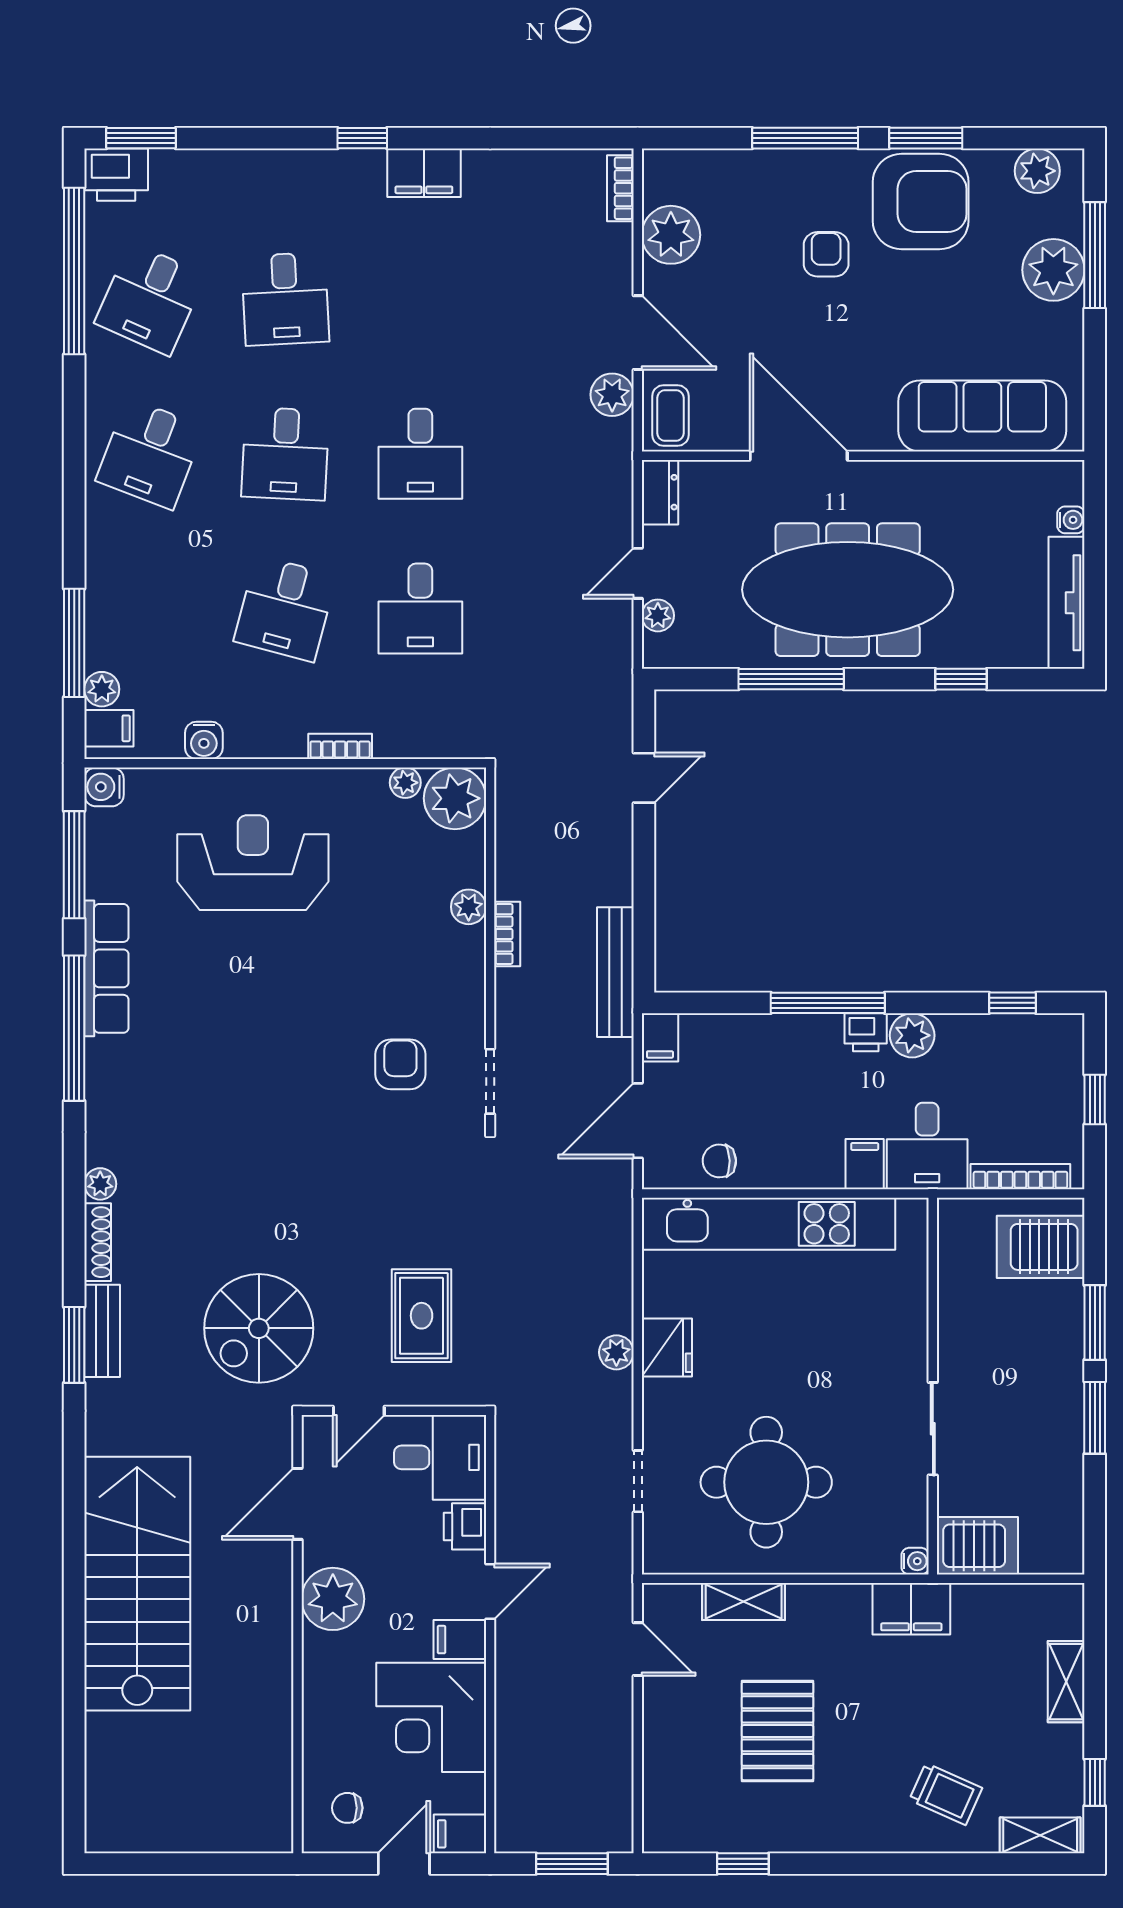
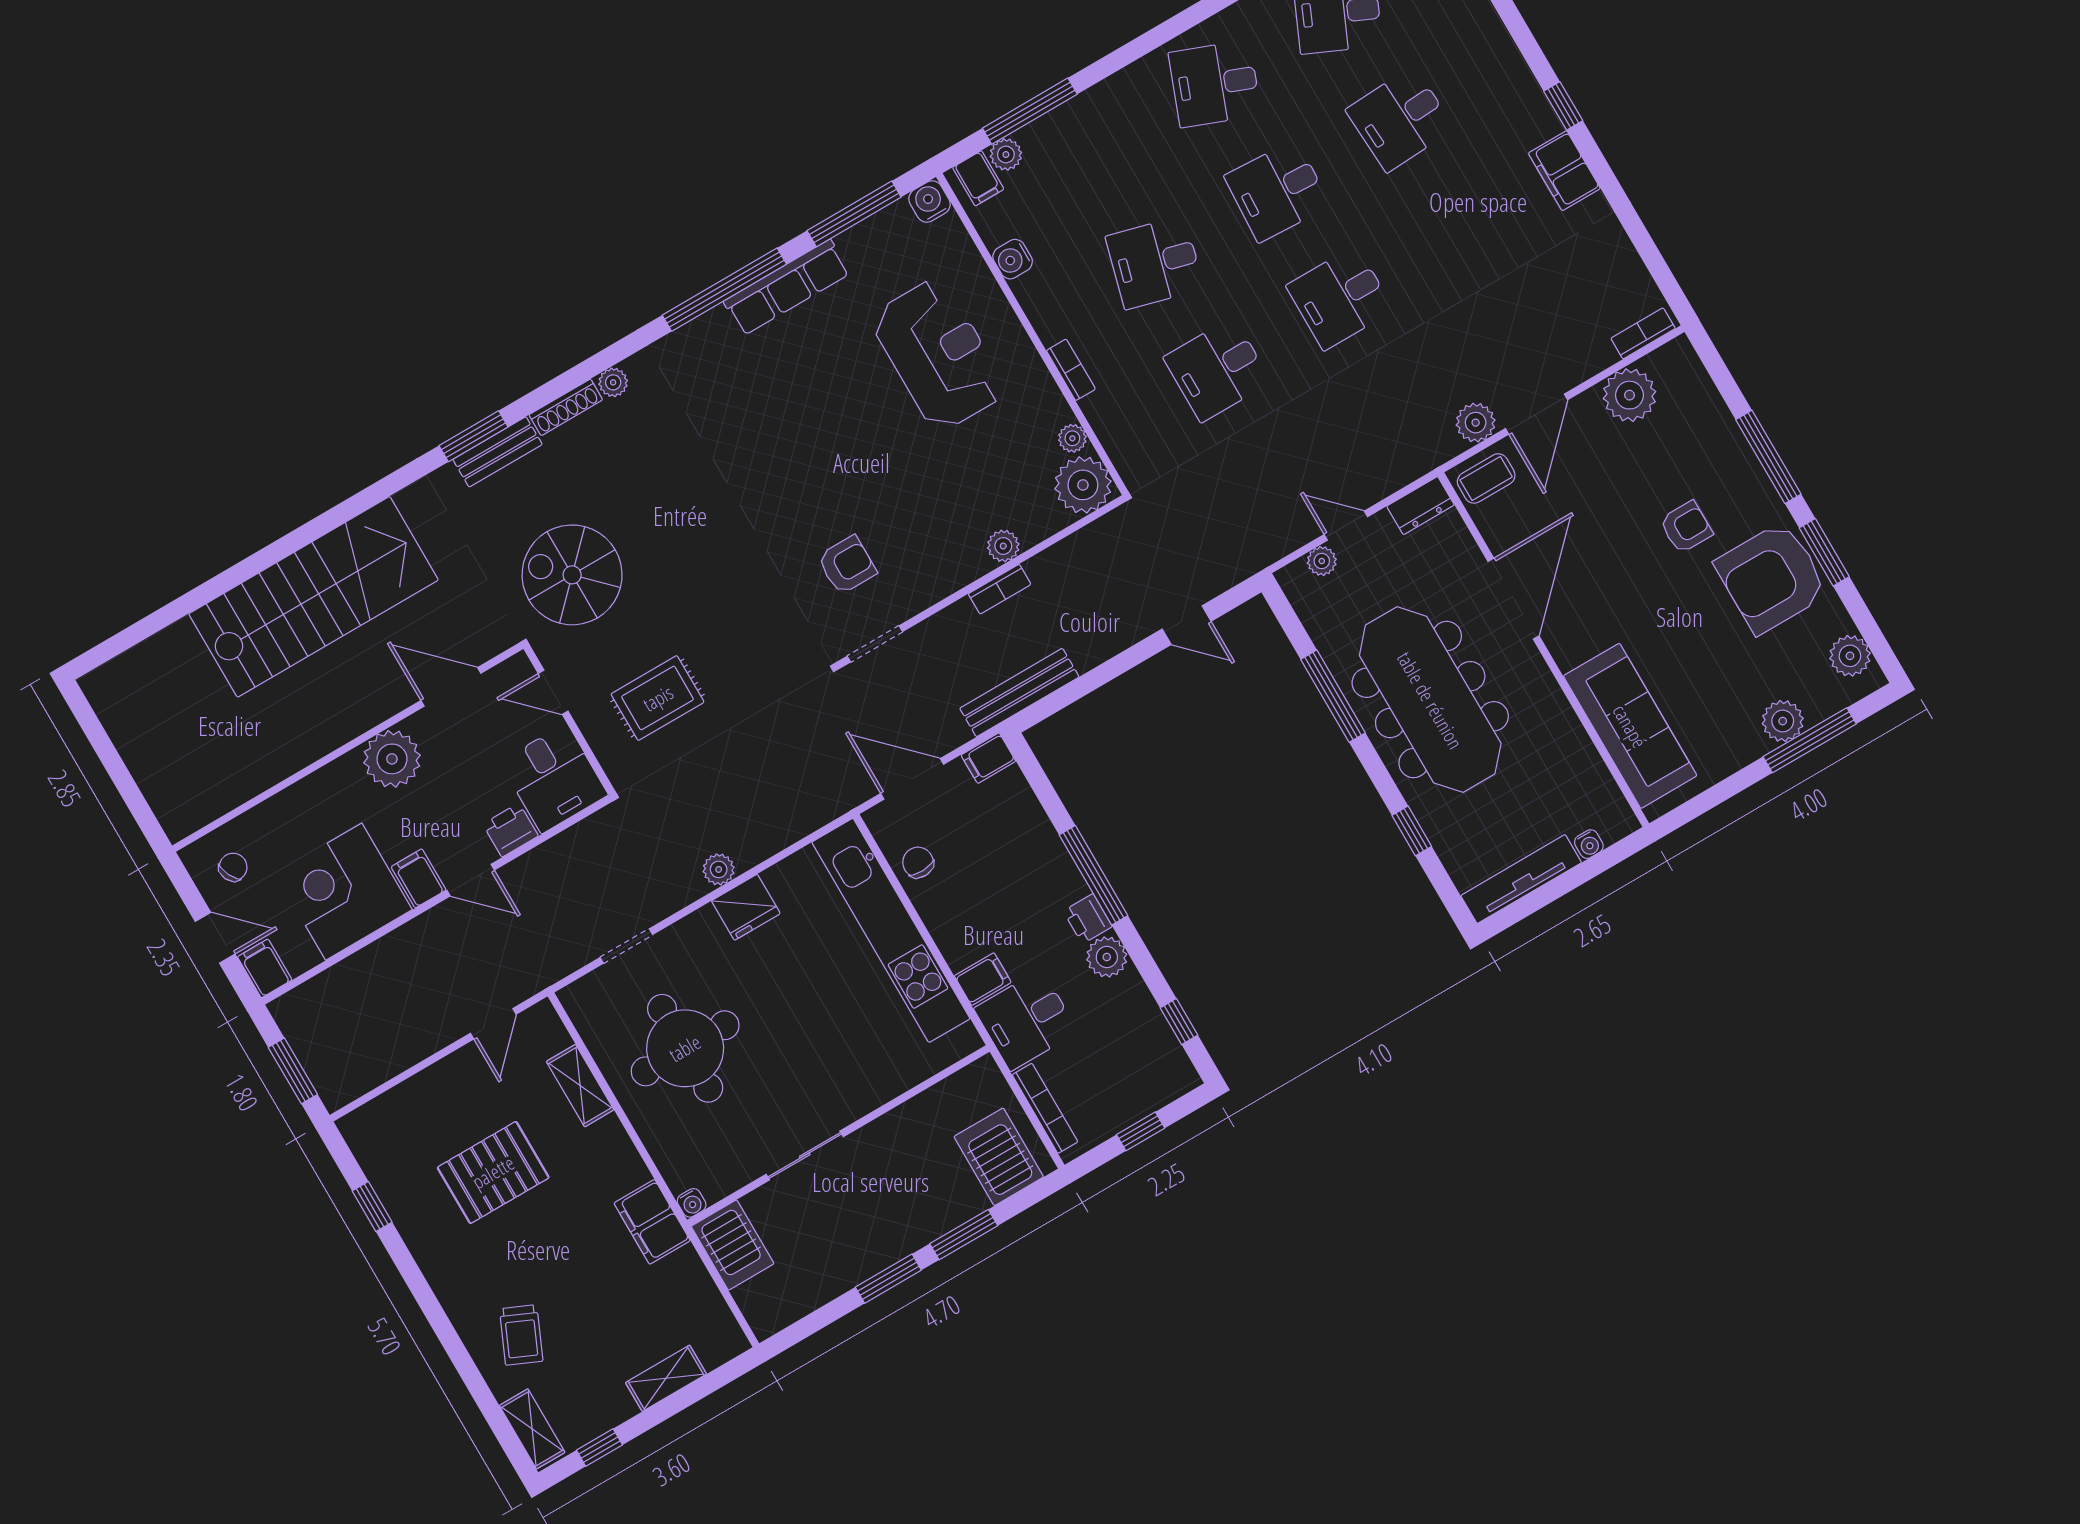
armchair: (921, 201) -> (1772, 578), turned 90
plant: (1053, 270) -> (1783, 721), width x0.73, depth x0.73
chair: (347, 1808) -> (233, 867), turned 65

